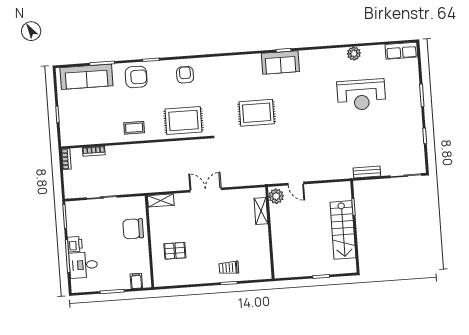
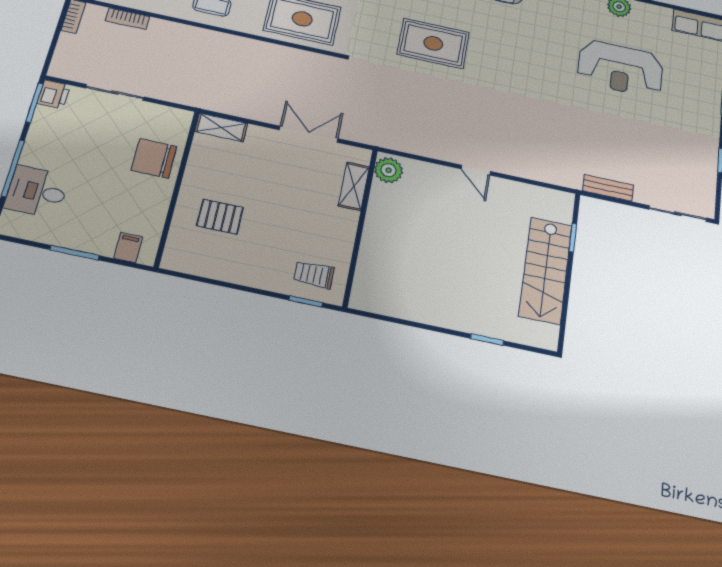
plant: (276, 196) -> (389, 170), moved
shelving: (261, 211) -> (354, 186), moved
wall: (270, 233) -> (360, 227), moved
printer: (75, 244) -> (54, 94), moved

